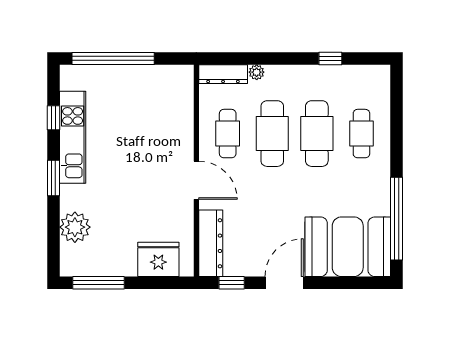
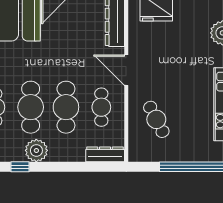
plant: (257, 72) -> (36, 150), moved, width x1.88, depth x1.88
cafe table: (158, 118) -> (156, 119), added

